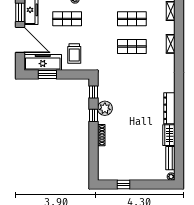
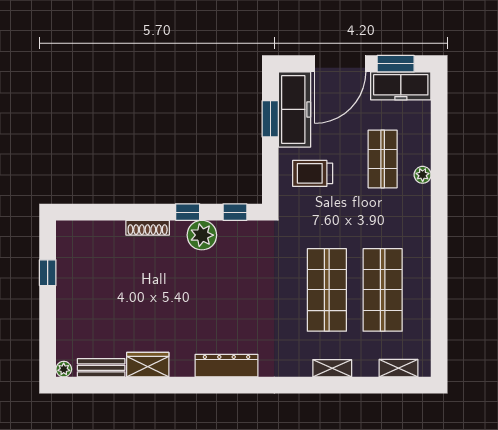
shop shelf: (132, 19) -> (383, 290), width x1.43, depth x1.36
shop shelf: (132, 46) -> (327, 290), width x1.43, depth x1.36
dresser: (169, 108) -> (226, 366), moved

